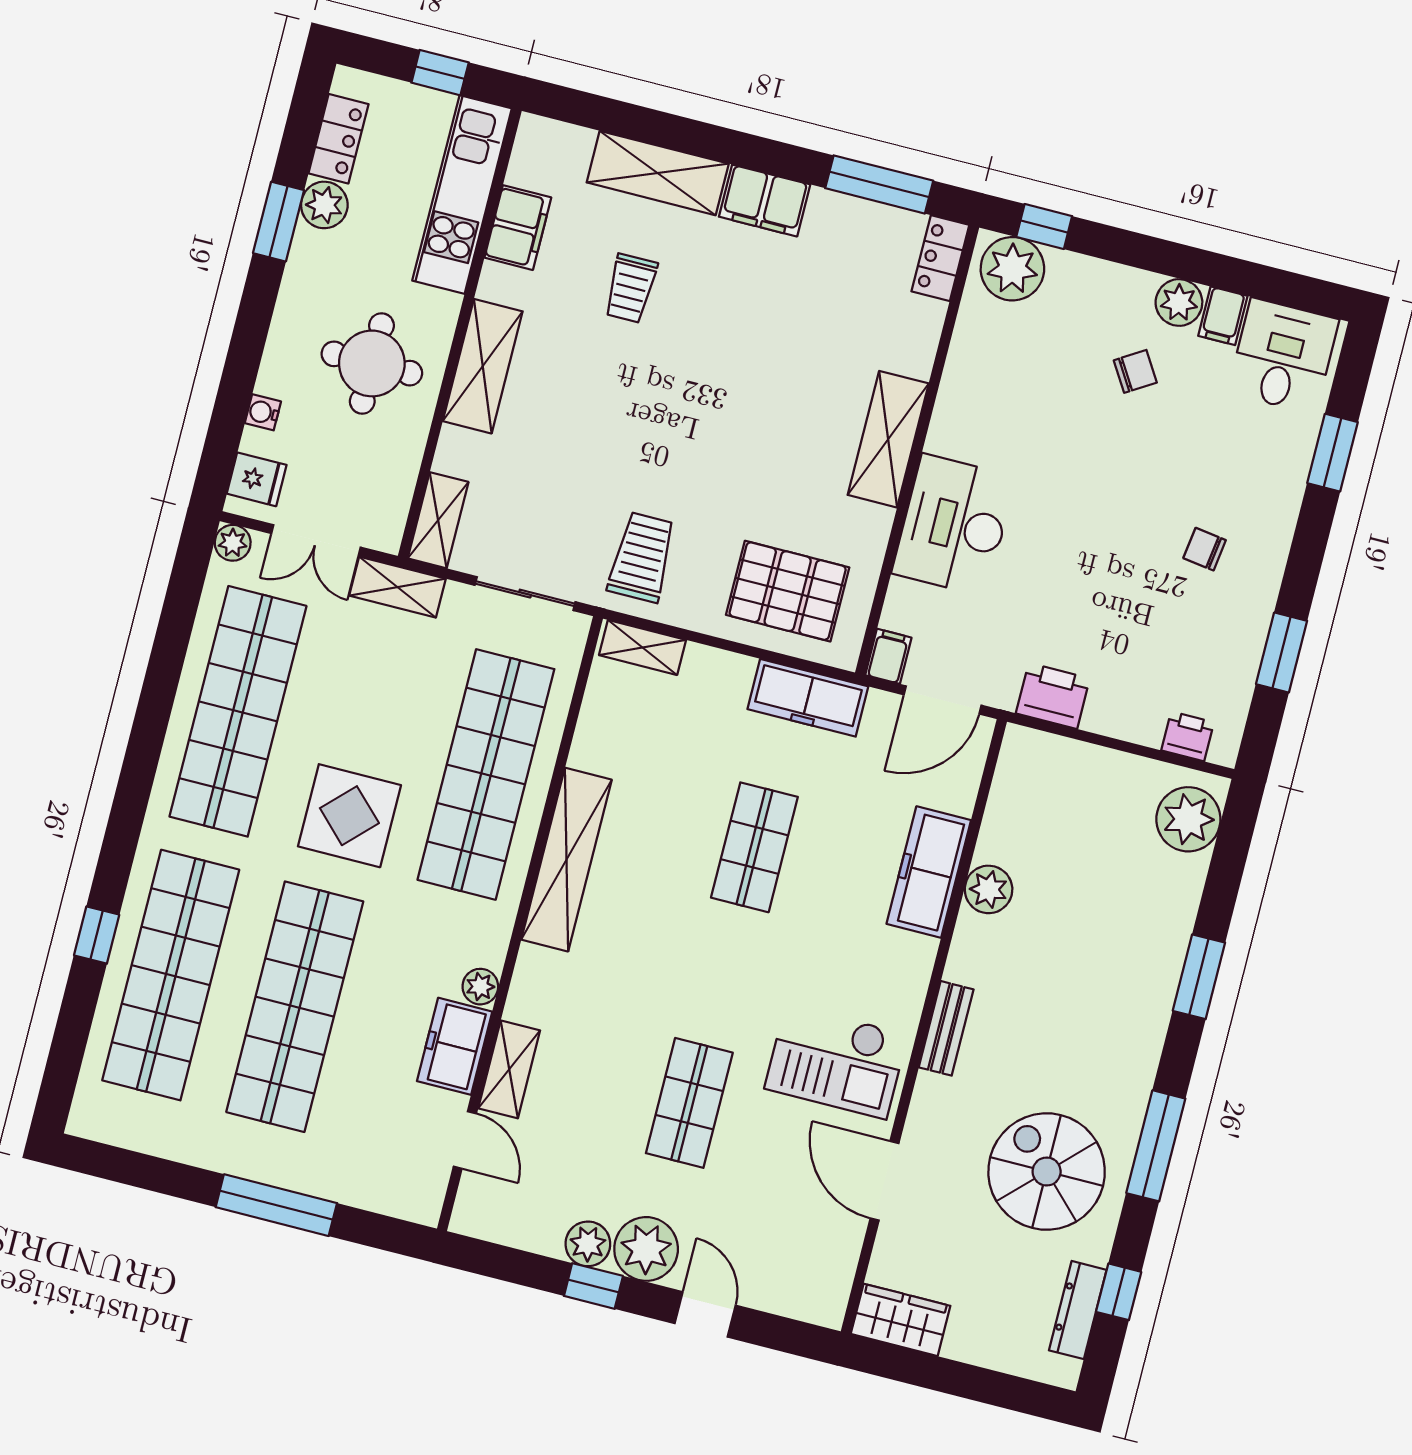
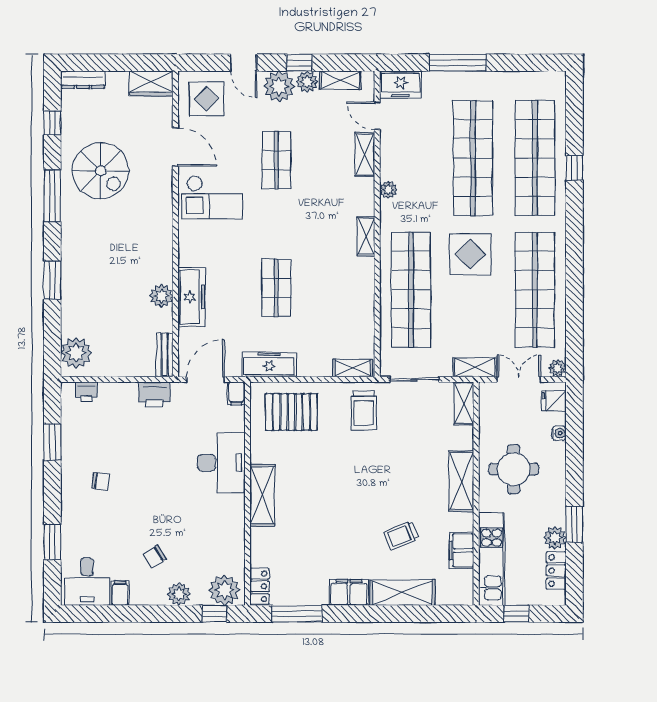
trolley: (631, 288) -> (401, 535), turned -112
plant: (1179, 303) -> (179, 594), moved
shelving: (567, 860) -> (366, 236), width x0.45, depth x0.75
bench: (946, 1028) -> (165, 355), moved
freezer: (455, 1046) -> (401, 85), moved, turned 90
checkout: (836, 1061) -> (212, 197), turned 180
shelving: (521, 1230) -> (340, 80), added
display table: (798, 1261) -> (206, 99), added
dresser: (1078, 1310) -> (83, 80), moved, turned 90

